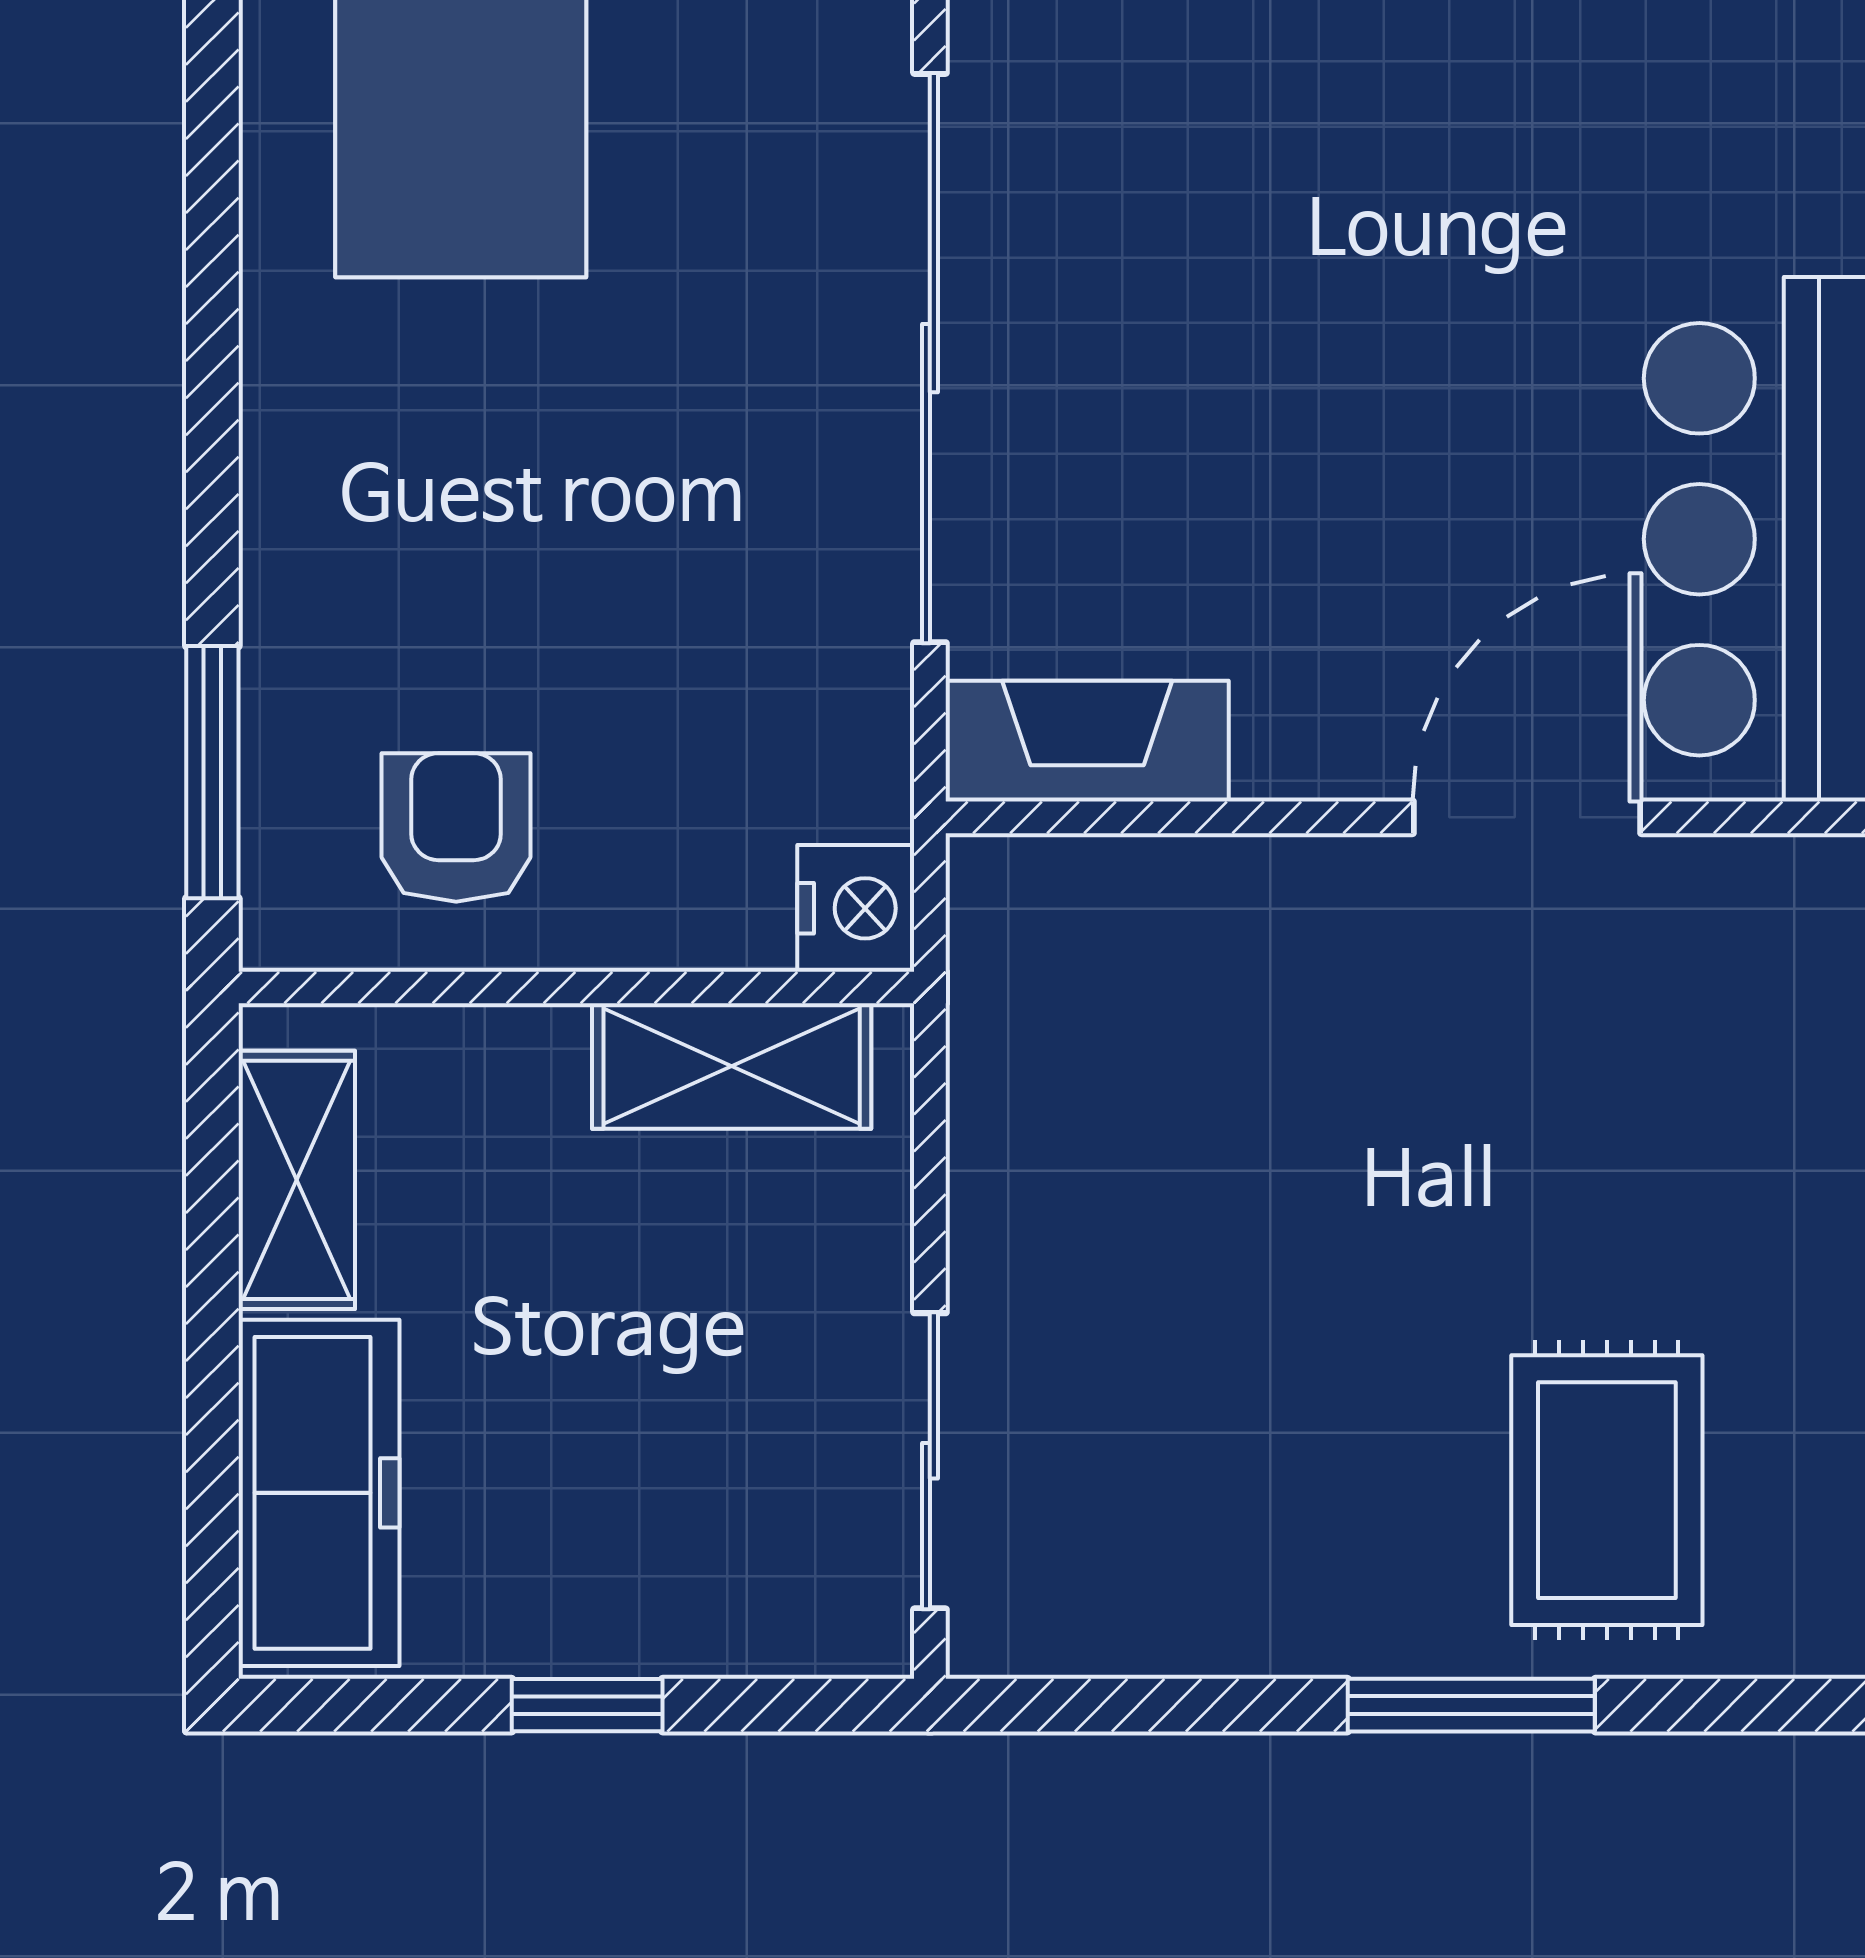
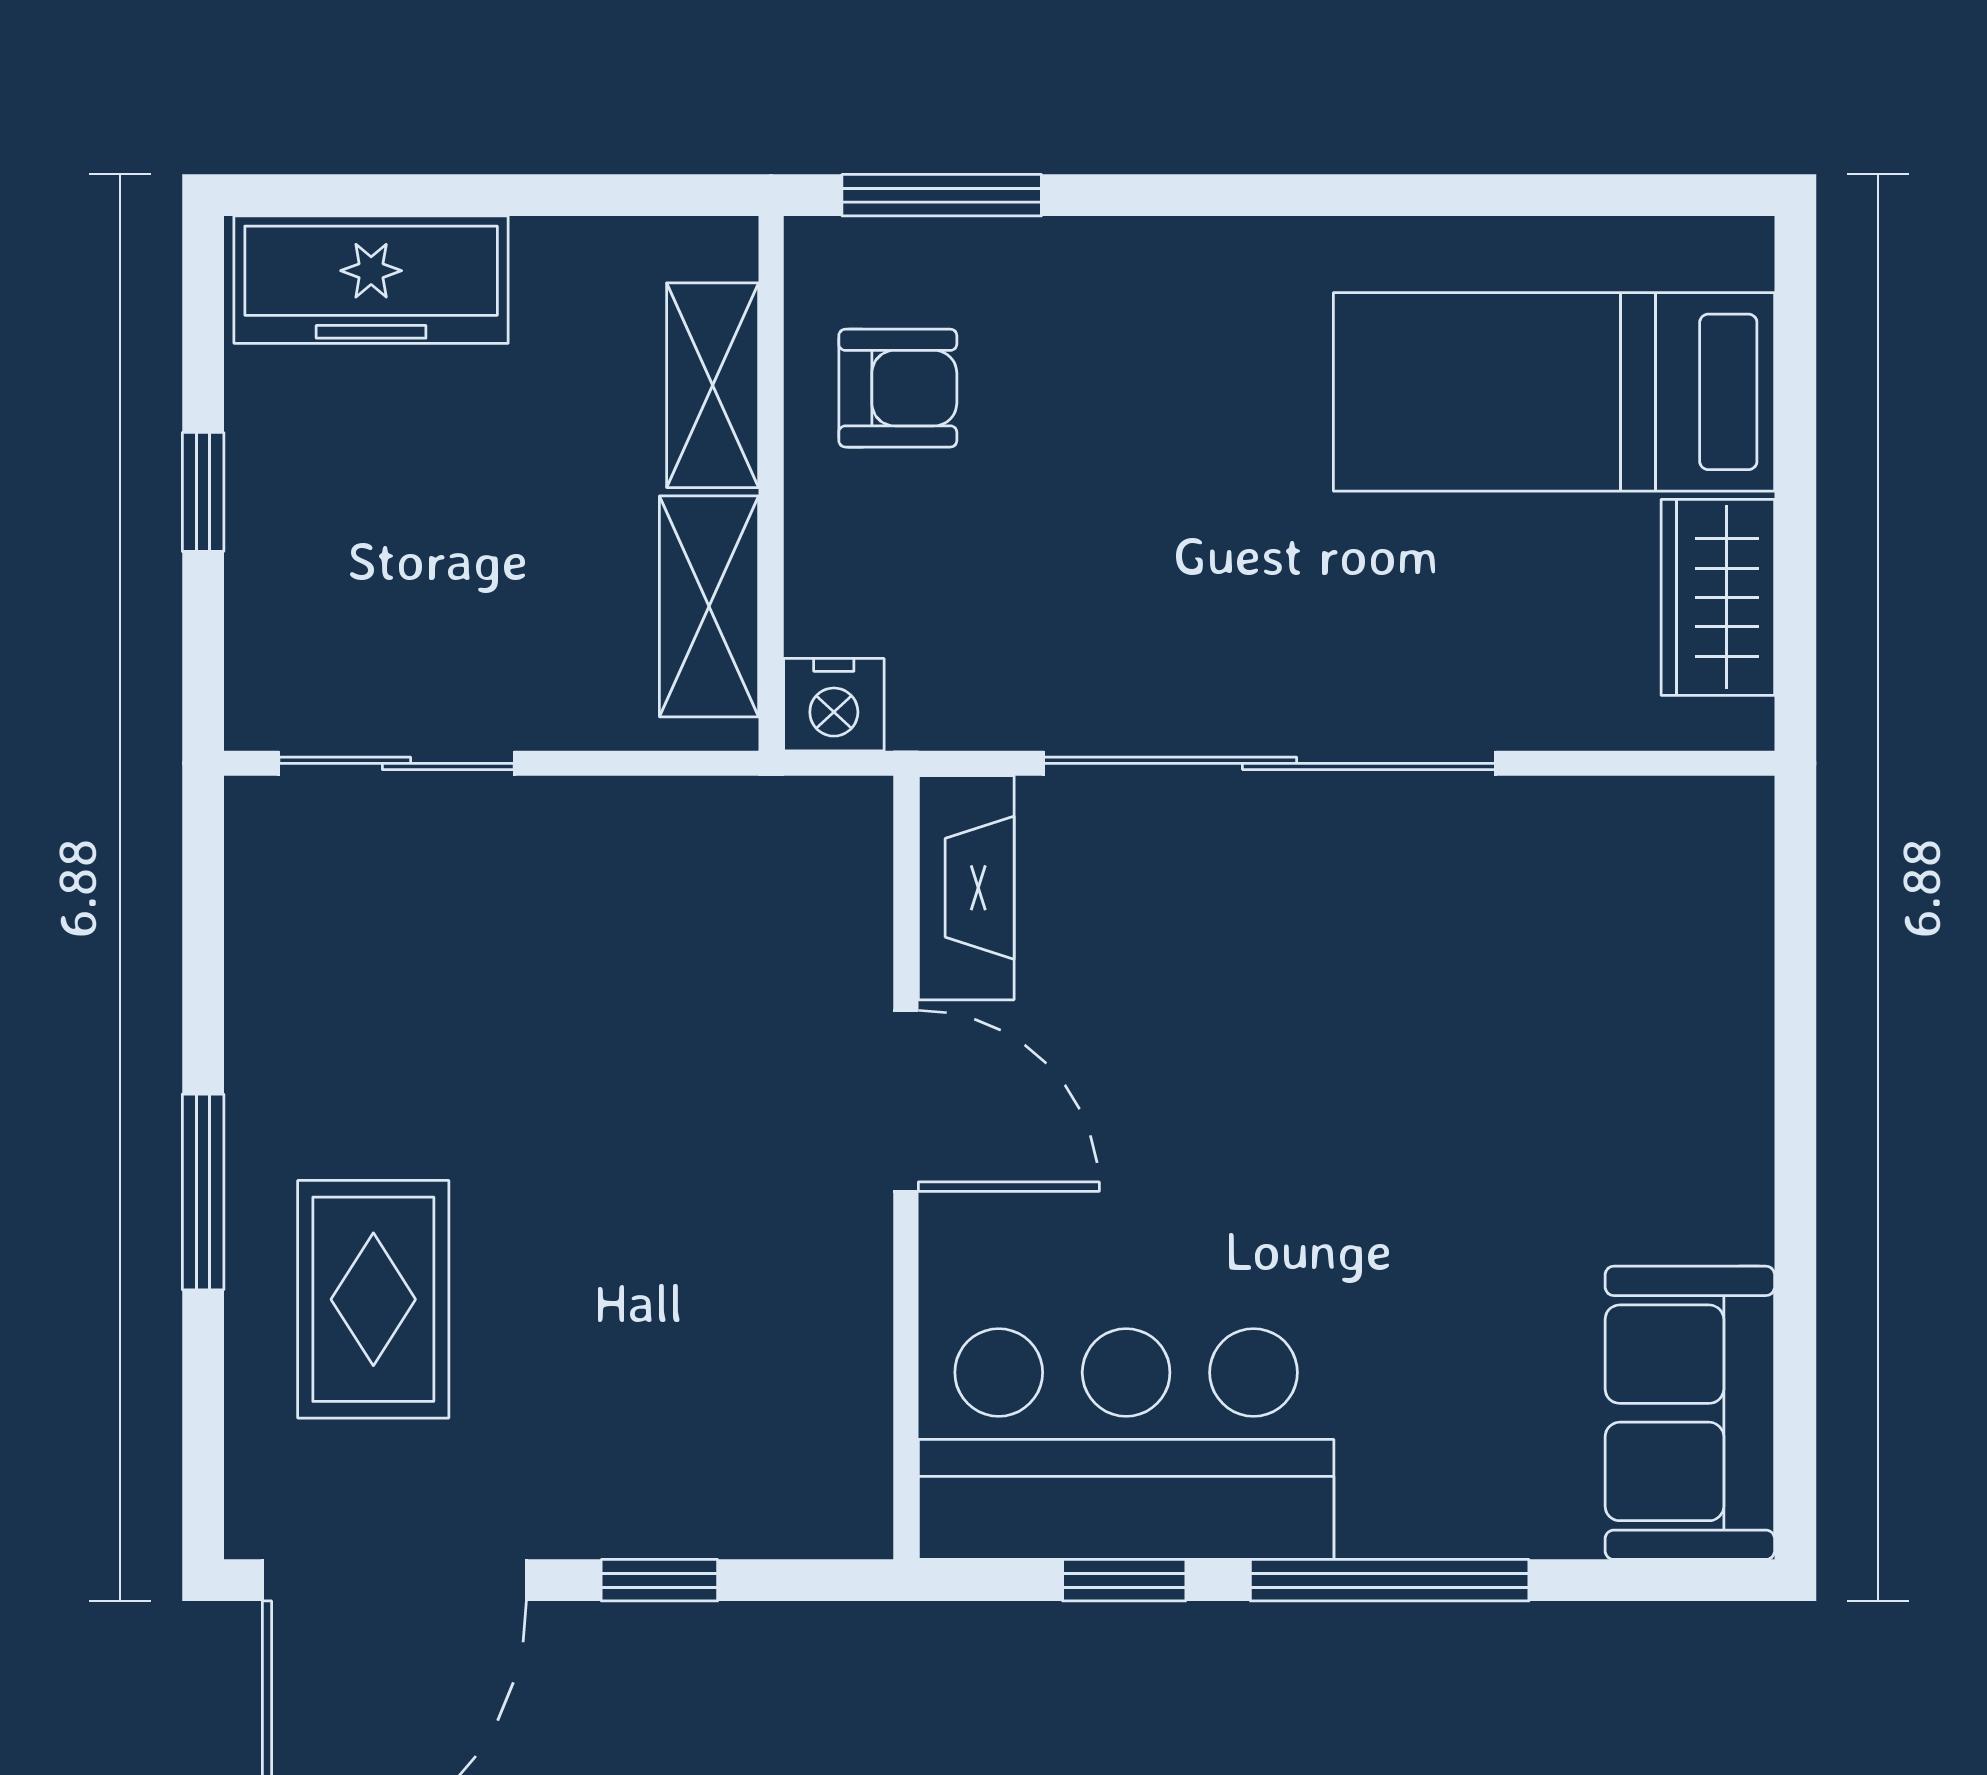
door: (1527, 817) -> (906, 1101), moved
shelving: (297, 1180) -> (713, 385), moved, turned 90
rug: (1607, 1490) -> (373, 1299), turned 90

